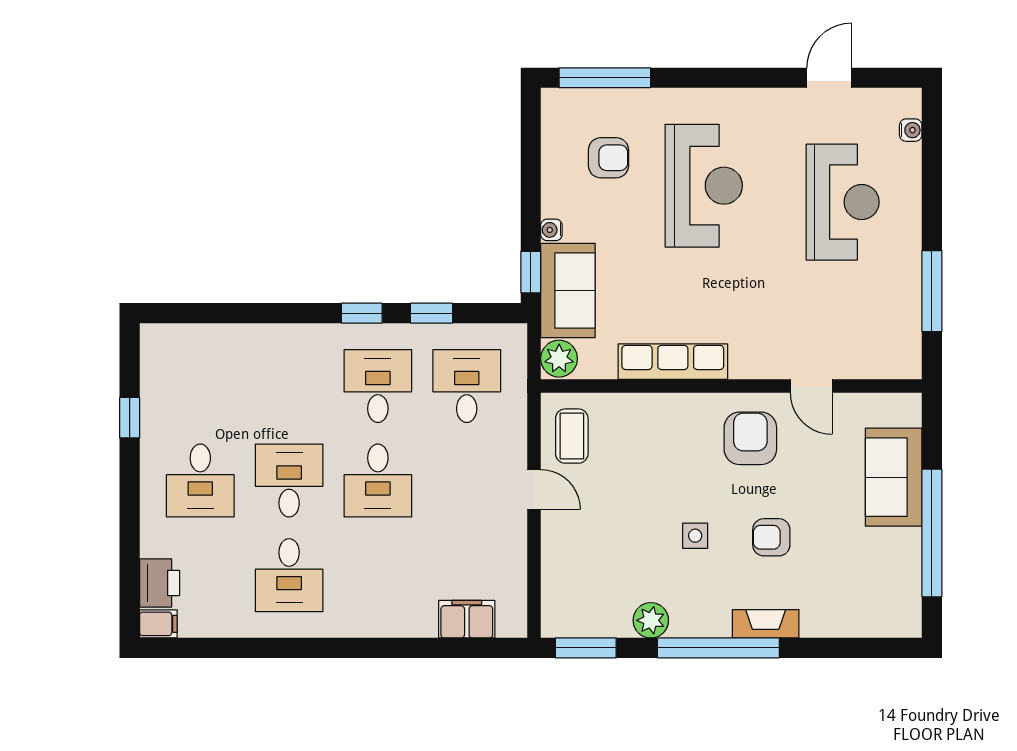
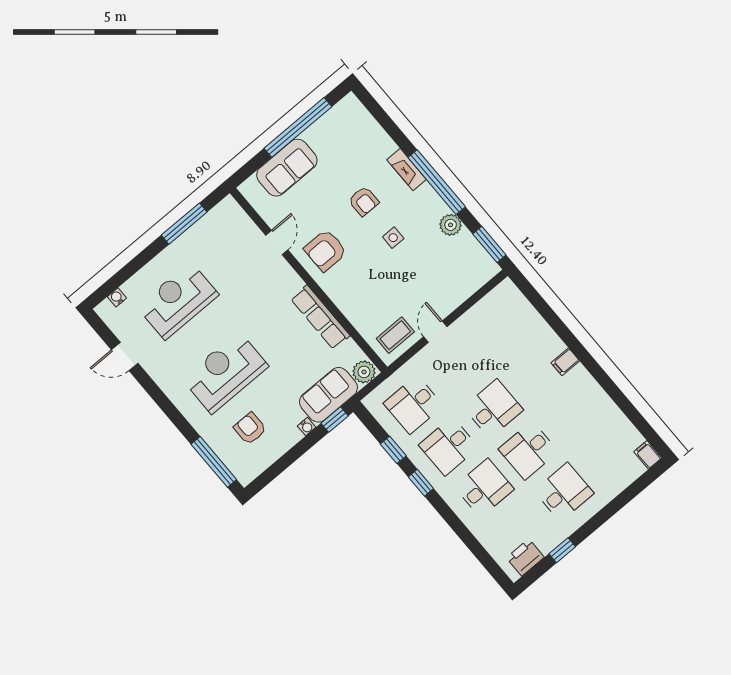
desk: (289, 575) -> (484, 488), moved
printer: (160, 583) -> (525, 557), moved
filing cabinet: (467, 619) -> (565, 362), moved, width x0.50

